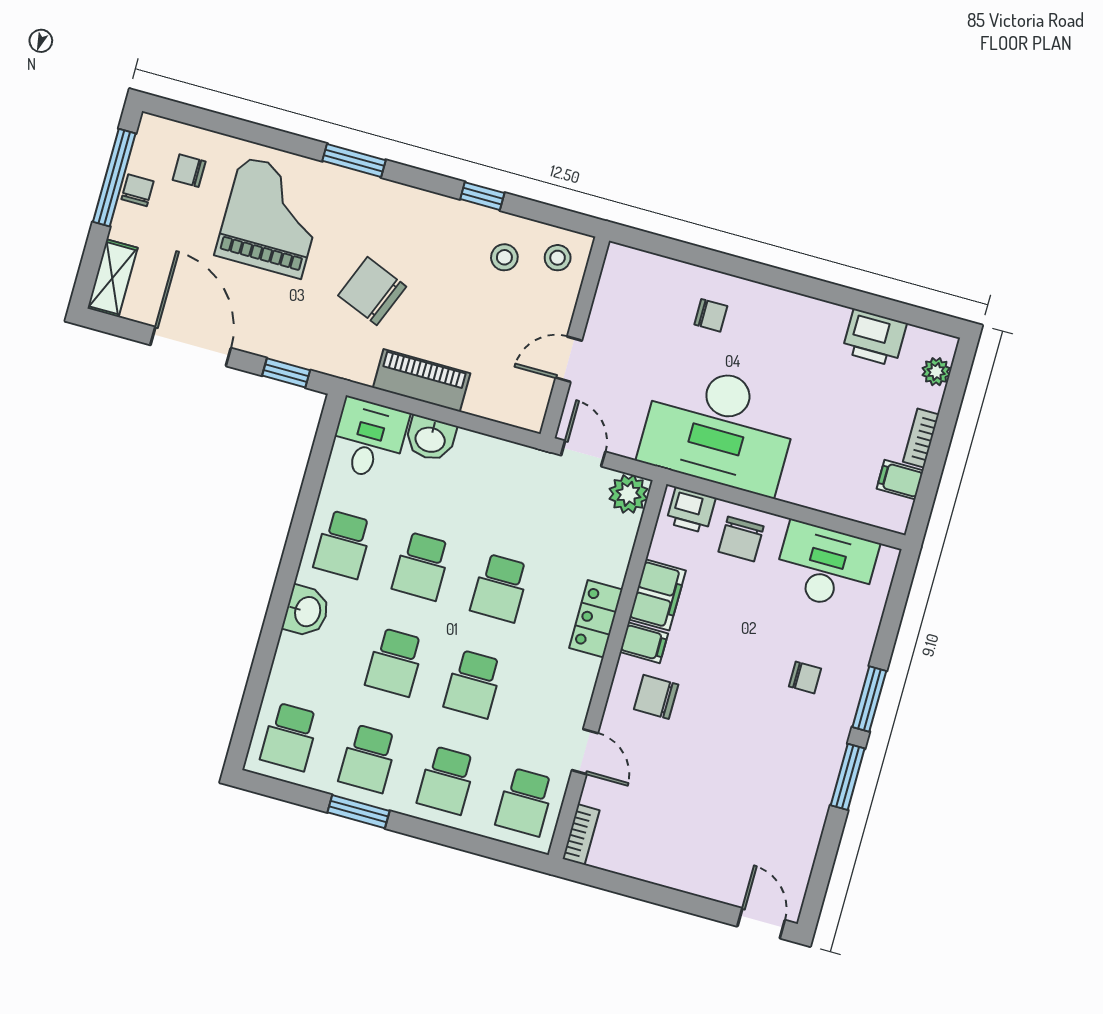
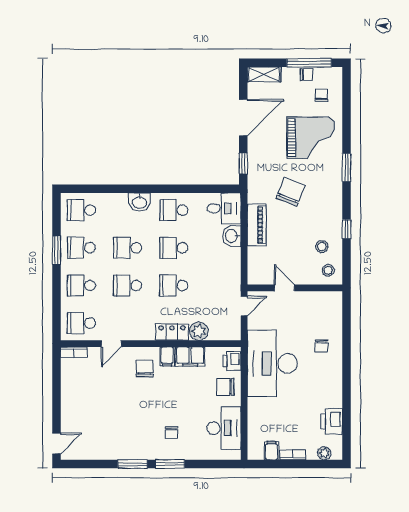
plant: (628, 494) -> (199, 331), moved

